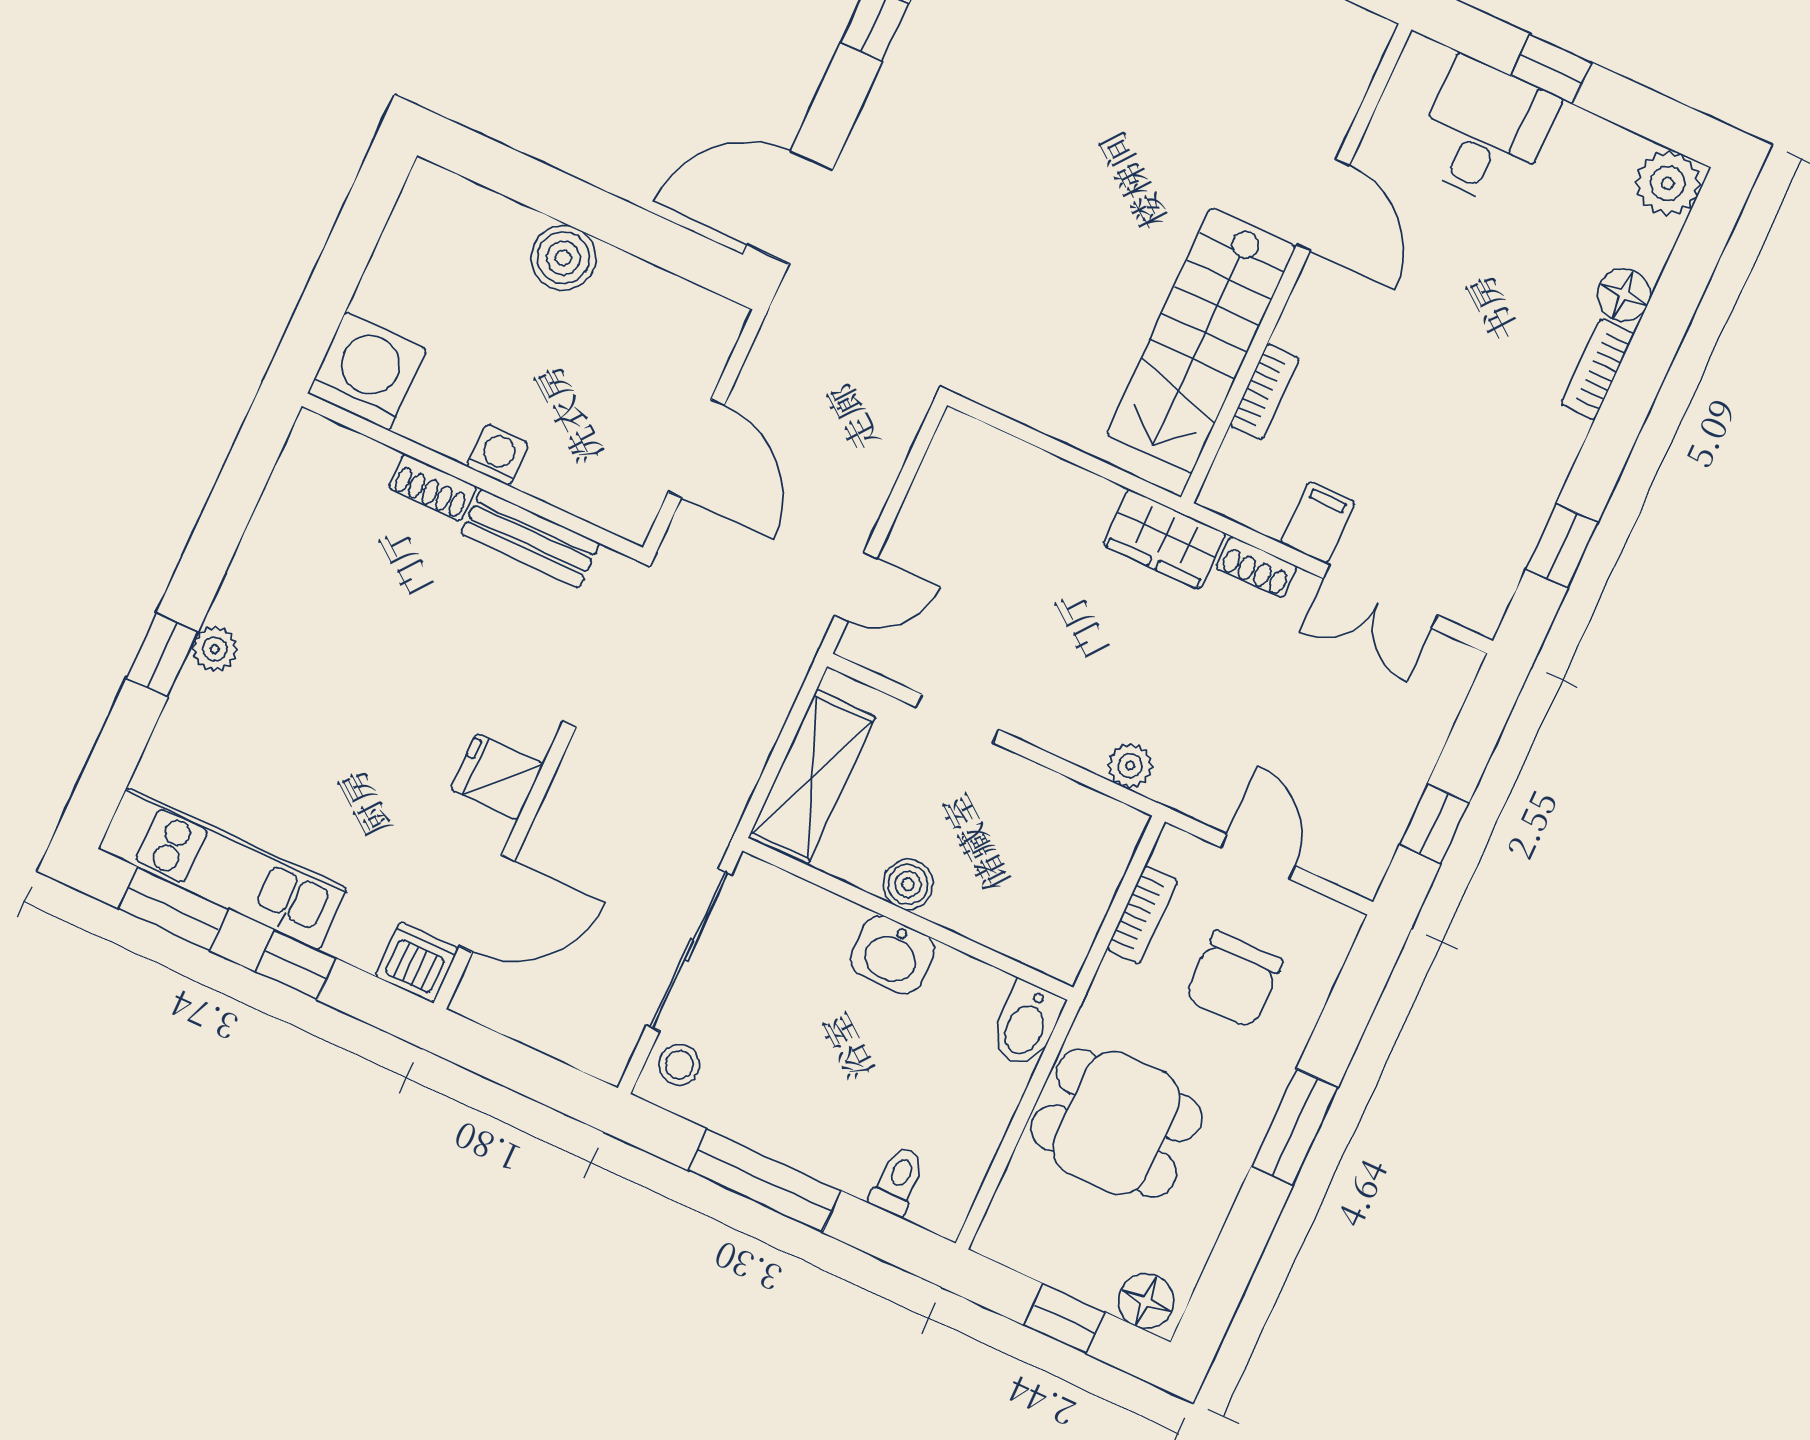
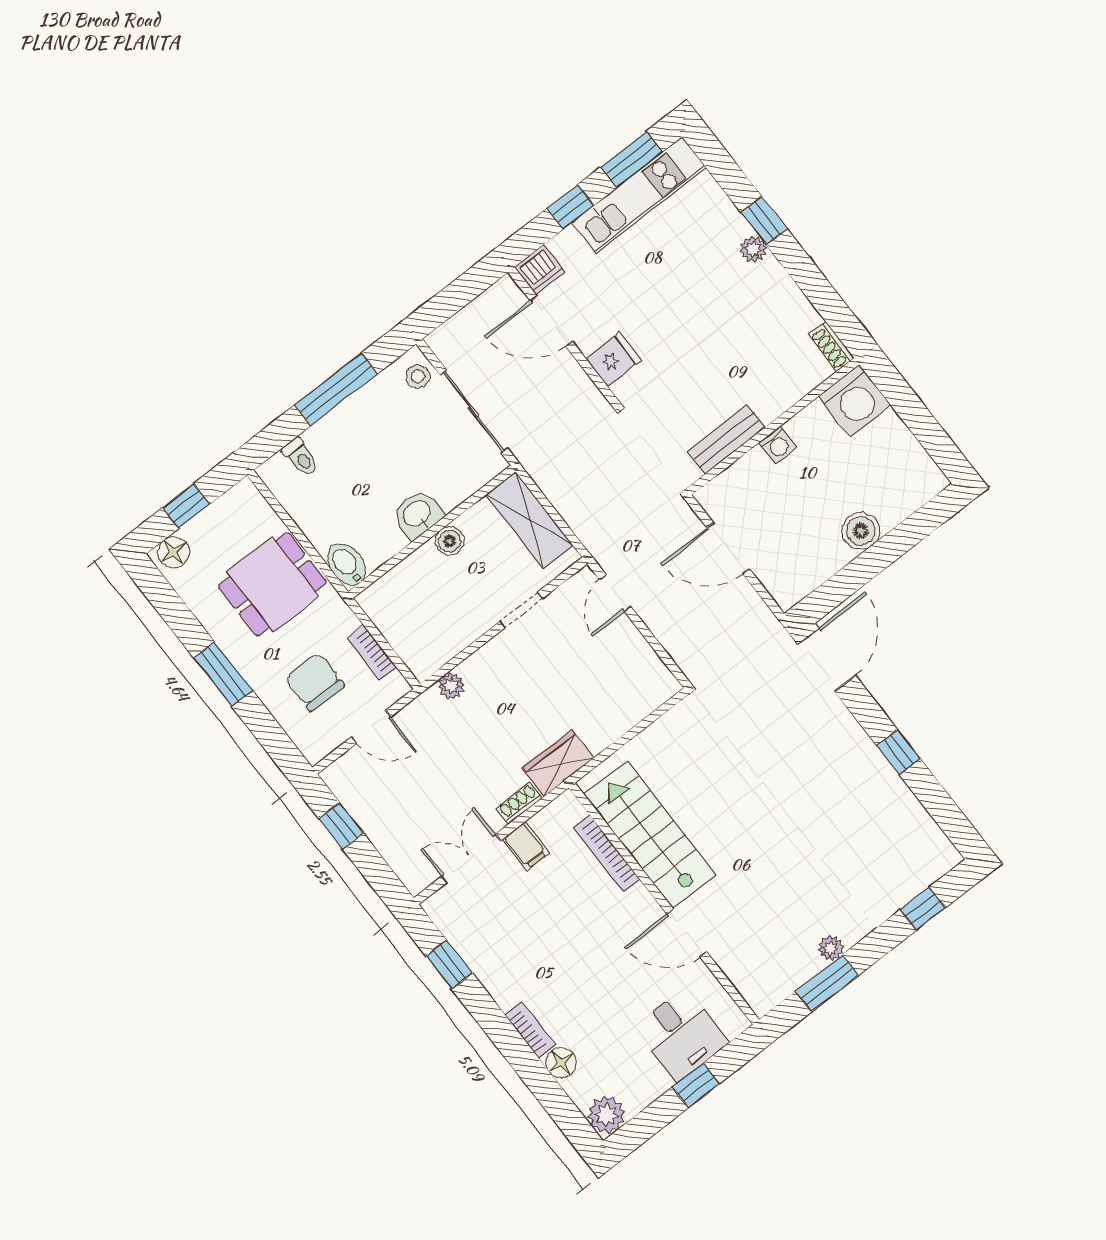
bookcase: (1265, 392) -> (607, 853), width x1.56
shoe rack: (432, 487) -> (831, 347), moved, turned -90
door: (487, 904) -> (551, 321), hinge flipped

